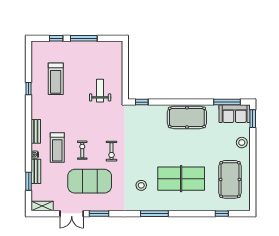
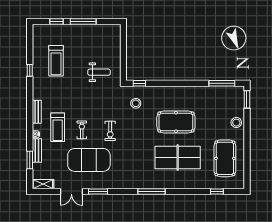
weight bench: (100, 91) -> (99, 72), turned 90
sofa: (235, 114) -> (229, 95), removed
pool table: (187, 117) -> (176, 122), moved
stool: (141, 185) -> (136, 103), moved

